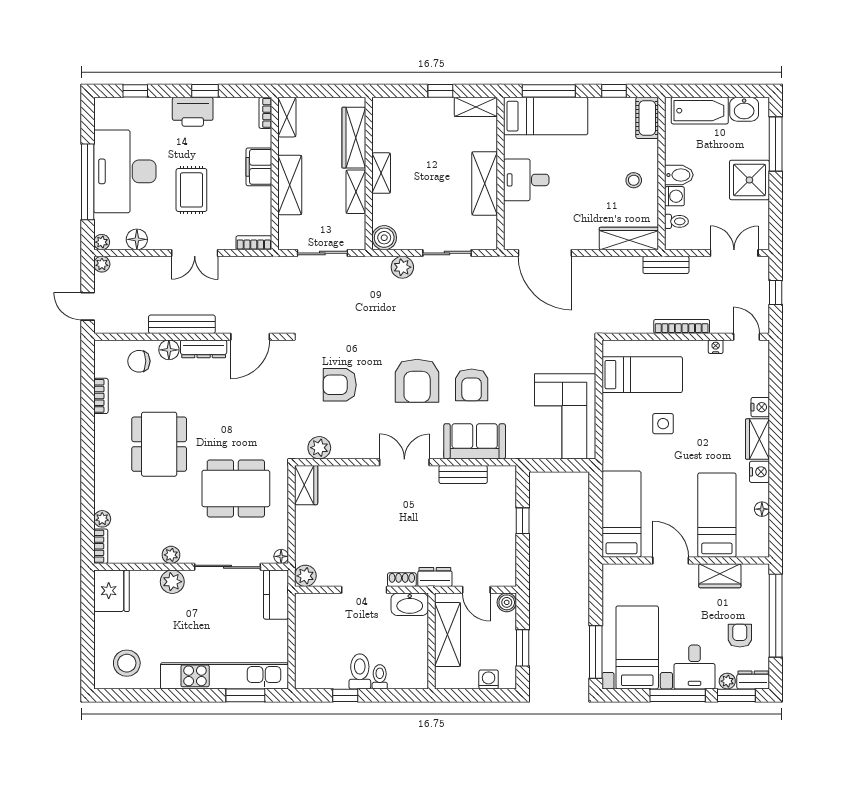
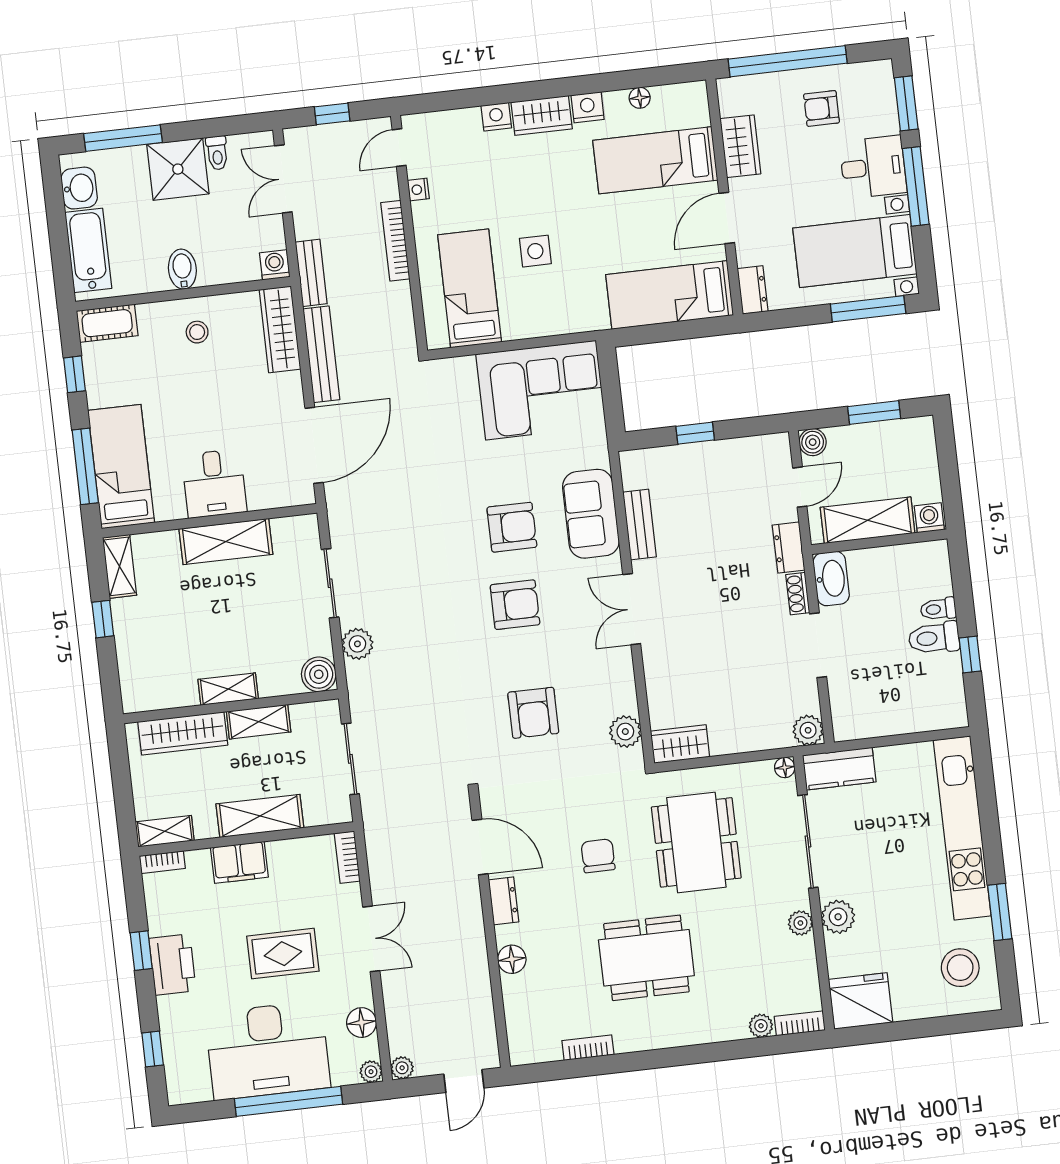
washing machine: (674, 196) -> (275, 265), moved
toilet: (676, 221) -> (217, 153), moved, turned 180
bench: (182, 324) -> (321, 354), moved
dresser: (204, 349) -> (504, 901), width x0.70
chair: (139, 361) -> (598, 856), moved, turned 180
armchair: (417, 381) -> (515, 605), width x0.73, depth x0.73
washing machine: (489, 679) -> (929, 518), moved, turned 90
dresser: (753, 680) -> (753, 290), moved, turned 180
plant: (727, 681) -> (888, 119), removed
window: (245, 695) -> (1000, 912), moved

